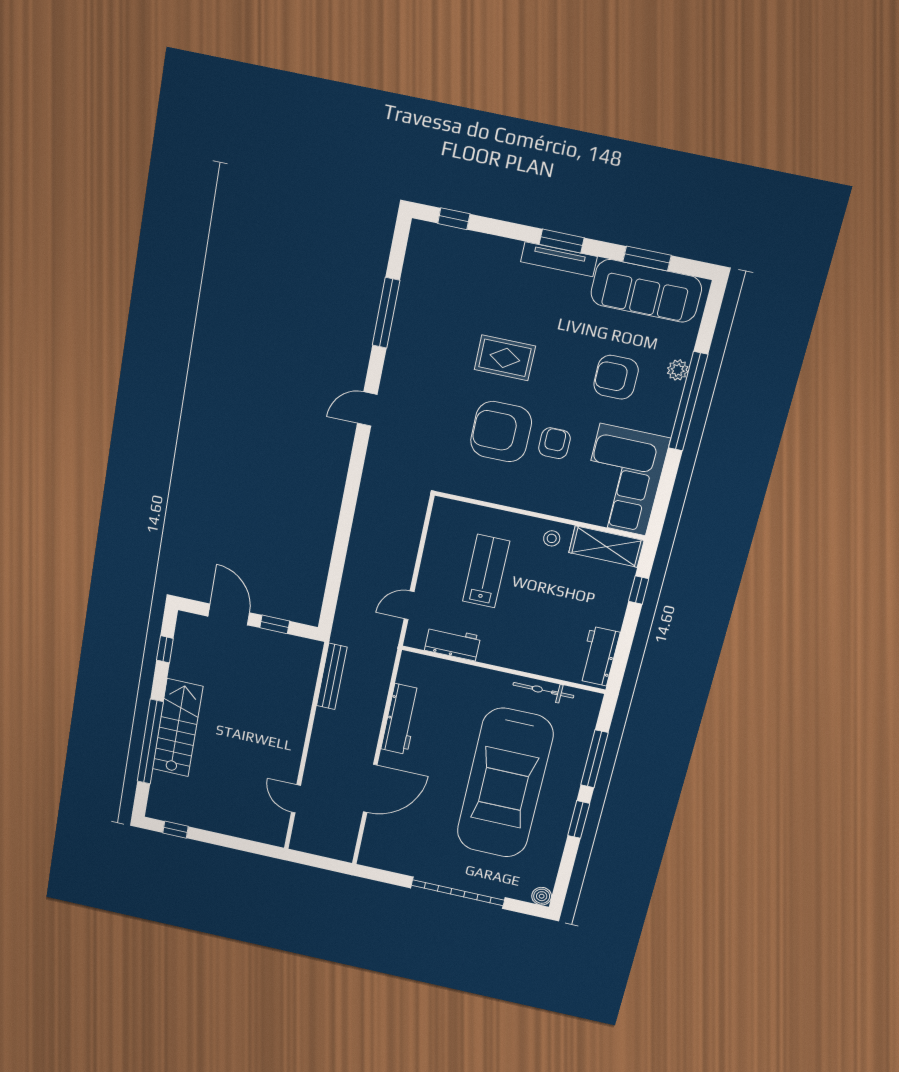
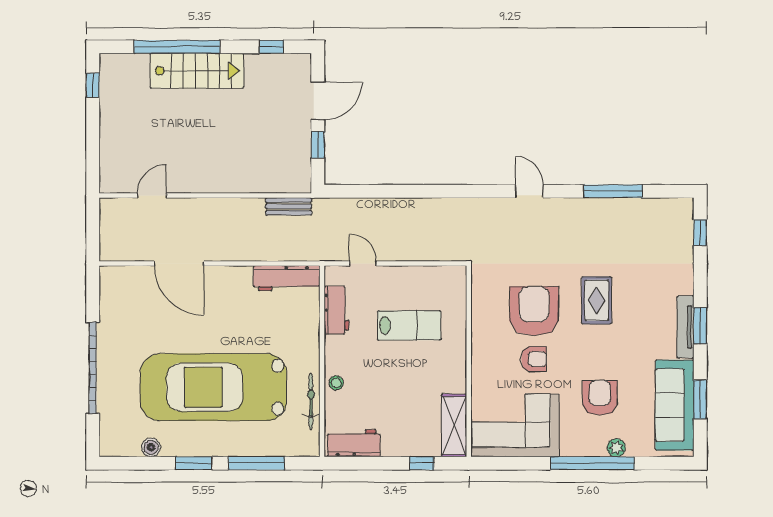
stool: (552, 538) -> (336, 383), moved
bench: (332, 676) -> (289, 206), width x0.73
workbench: (401, 719) -> (287, 278), moved
boiler: (542, 896) -> (151, 447), moved

